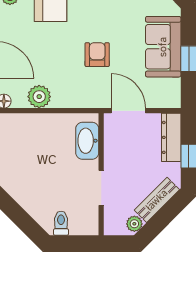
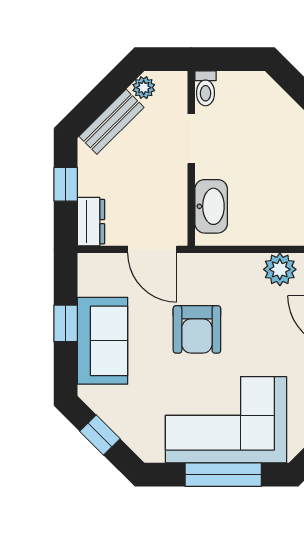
armchair: (97, 55) -> (197, 329), width x1.38, depth x1.38
dresser: (171, 137) -> (91, 222), width x0.70
toilet: (61, 223) -> (205, 88), moved

